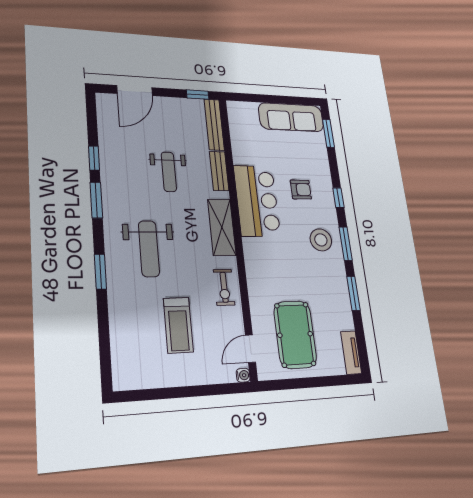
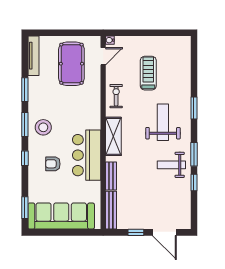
door: (135, 91) -> (164, 232), swing flipped
window: (198, 95) -> (136, 232), moved
sofa: (291, 117) -> (61, 216), width x1.36, depth x1.27
weight bench: (169, 172) -> (171, 165), moved, turned -90
tv unit: (351, 353) -> (33, 56), width x1.41

